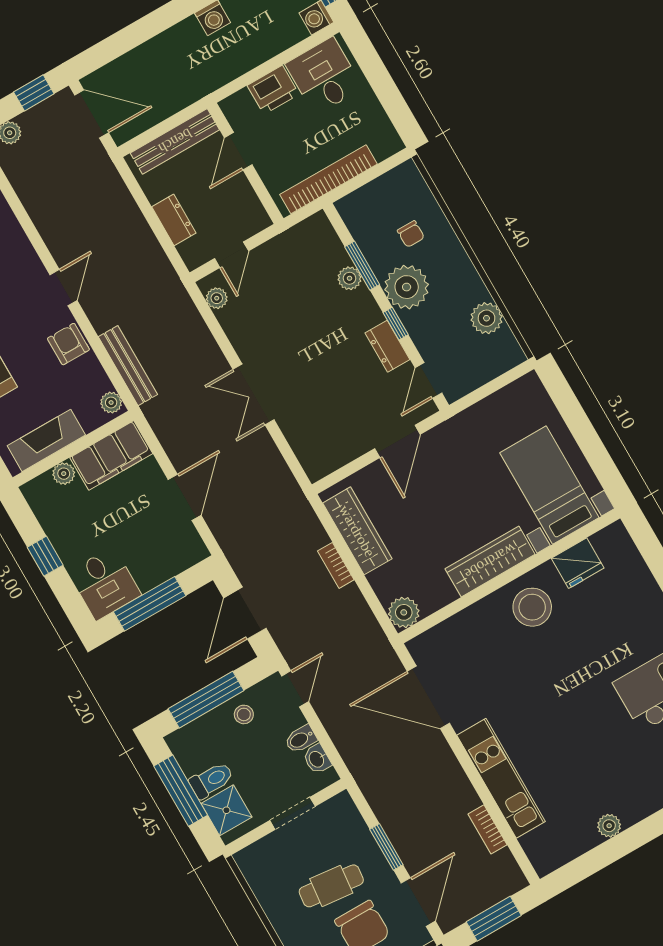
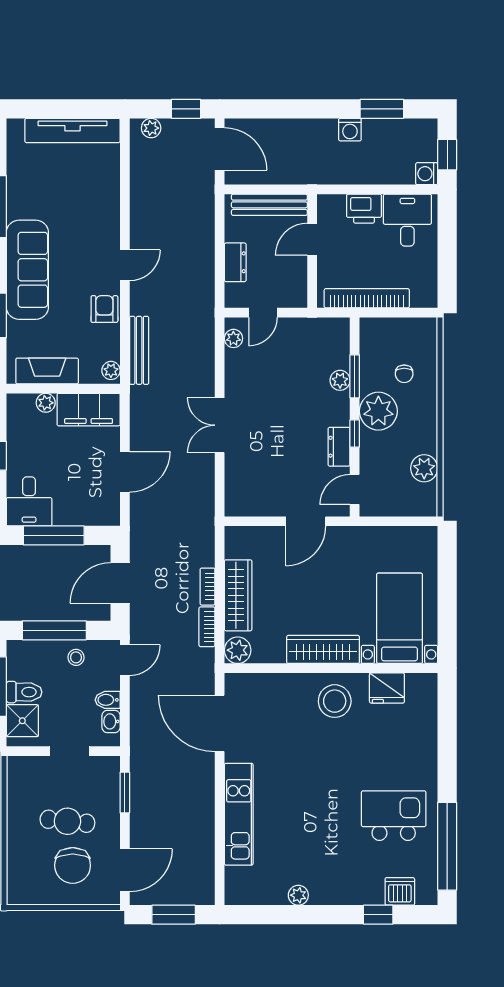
wardrobe: (357, 531) -> (238, 595), moved
bookcase: (487, 829) -> (207, 627), moved
window: (386, 847) -> (125, 793), moved

